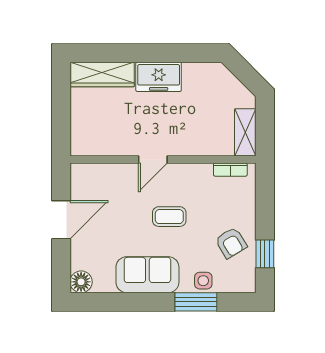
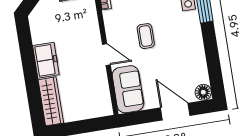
door: (61, 220) -> (175, 112), moved
sofa: (147, 275) -> (128, 89), moved, turned 180

